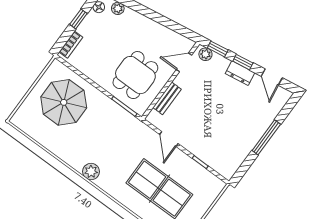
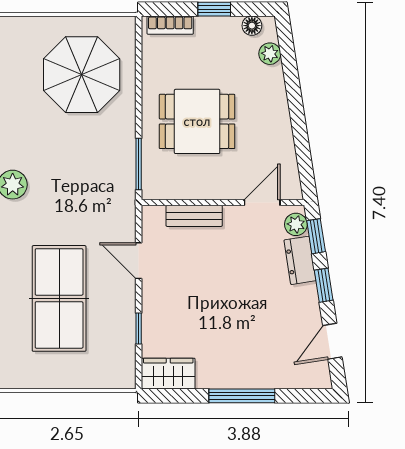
door: (184, 62) -> (262, 203), hinge flipped
dresser: (240, 73) -> (300, 260), moved
dining table: (135, 75) -> (197, 121), moved
door: (169, 139) -> (139, 261), hinge flipped
wardrobe: (231, 164) -> (168, 374), added

